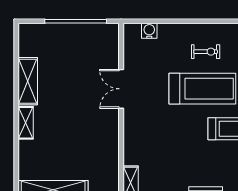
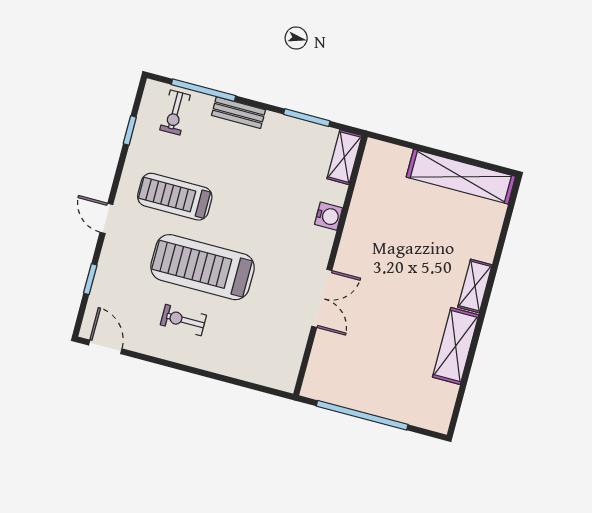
water cooler: (149, 31) -> (329, 216), moved, turned -90

